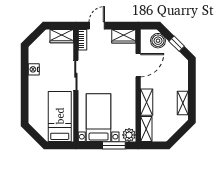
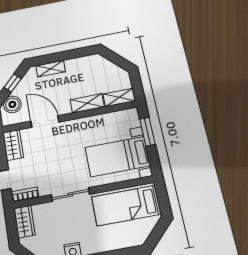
shelving: (183, 103) -> (51, 69), moved
plant: (129, 135) -> (131, 116), removed

